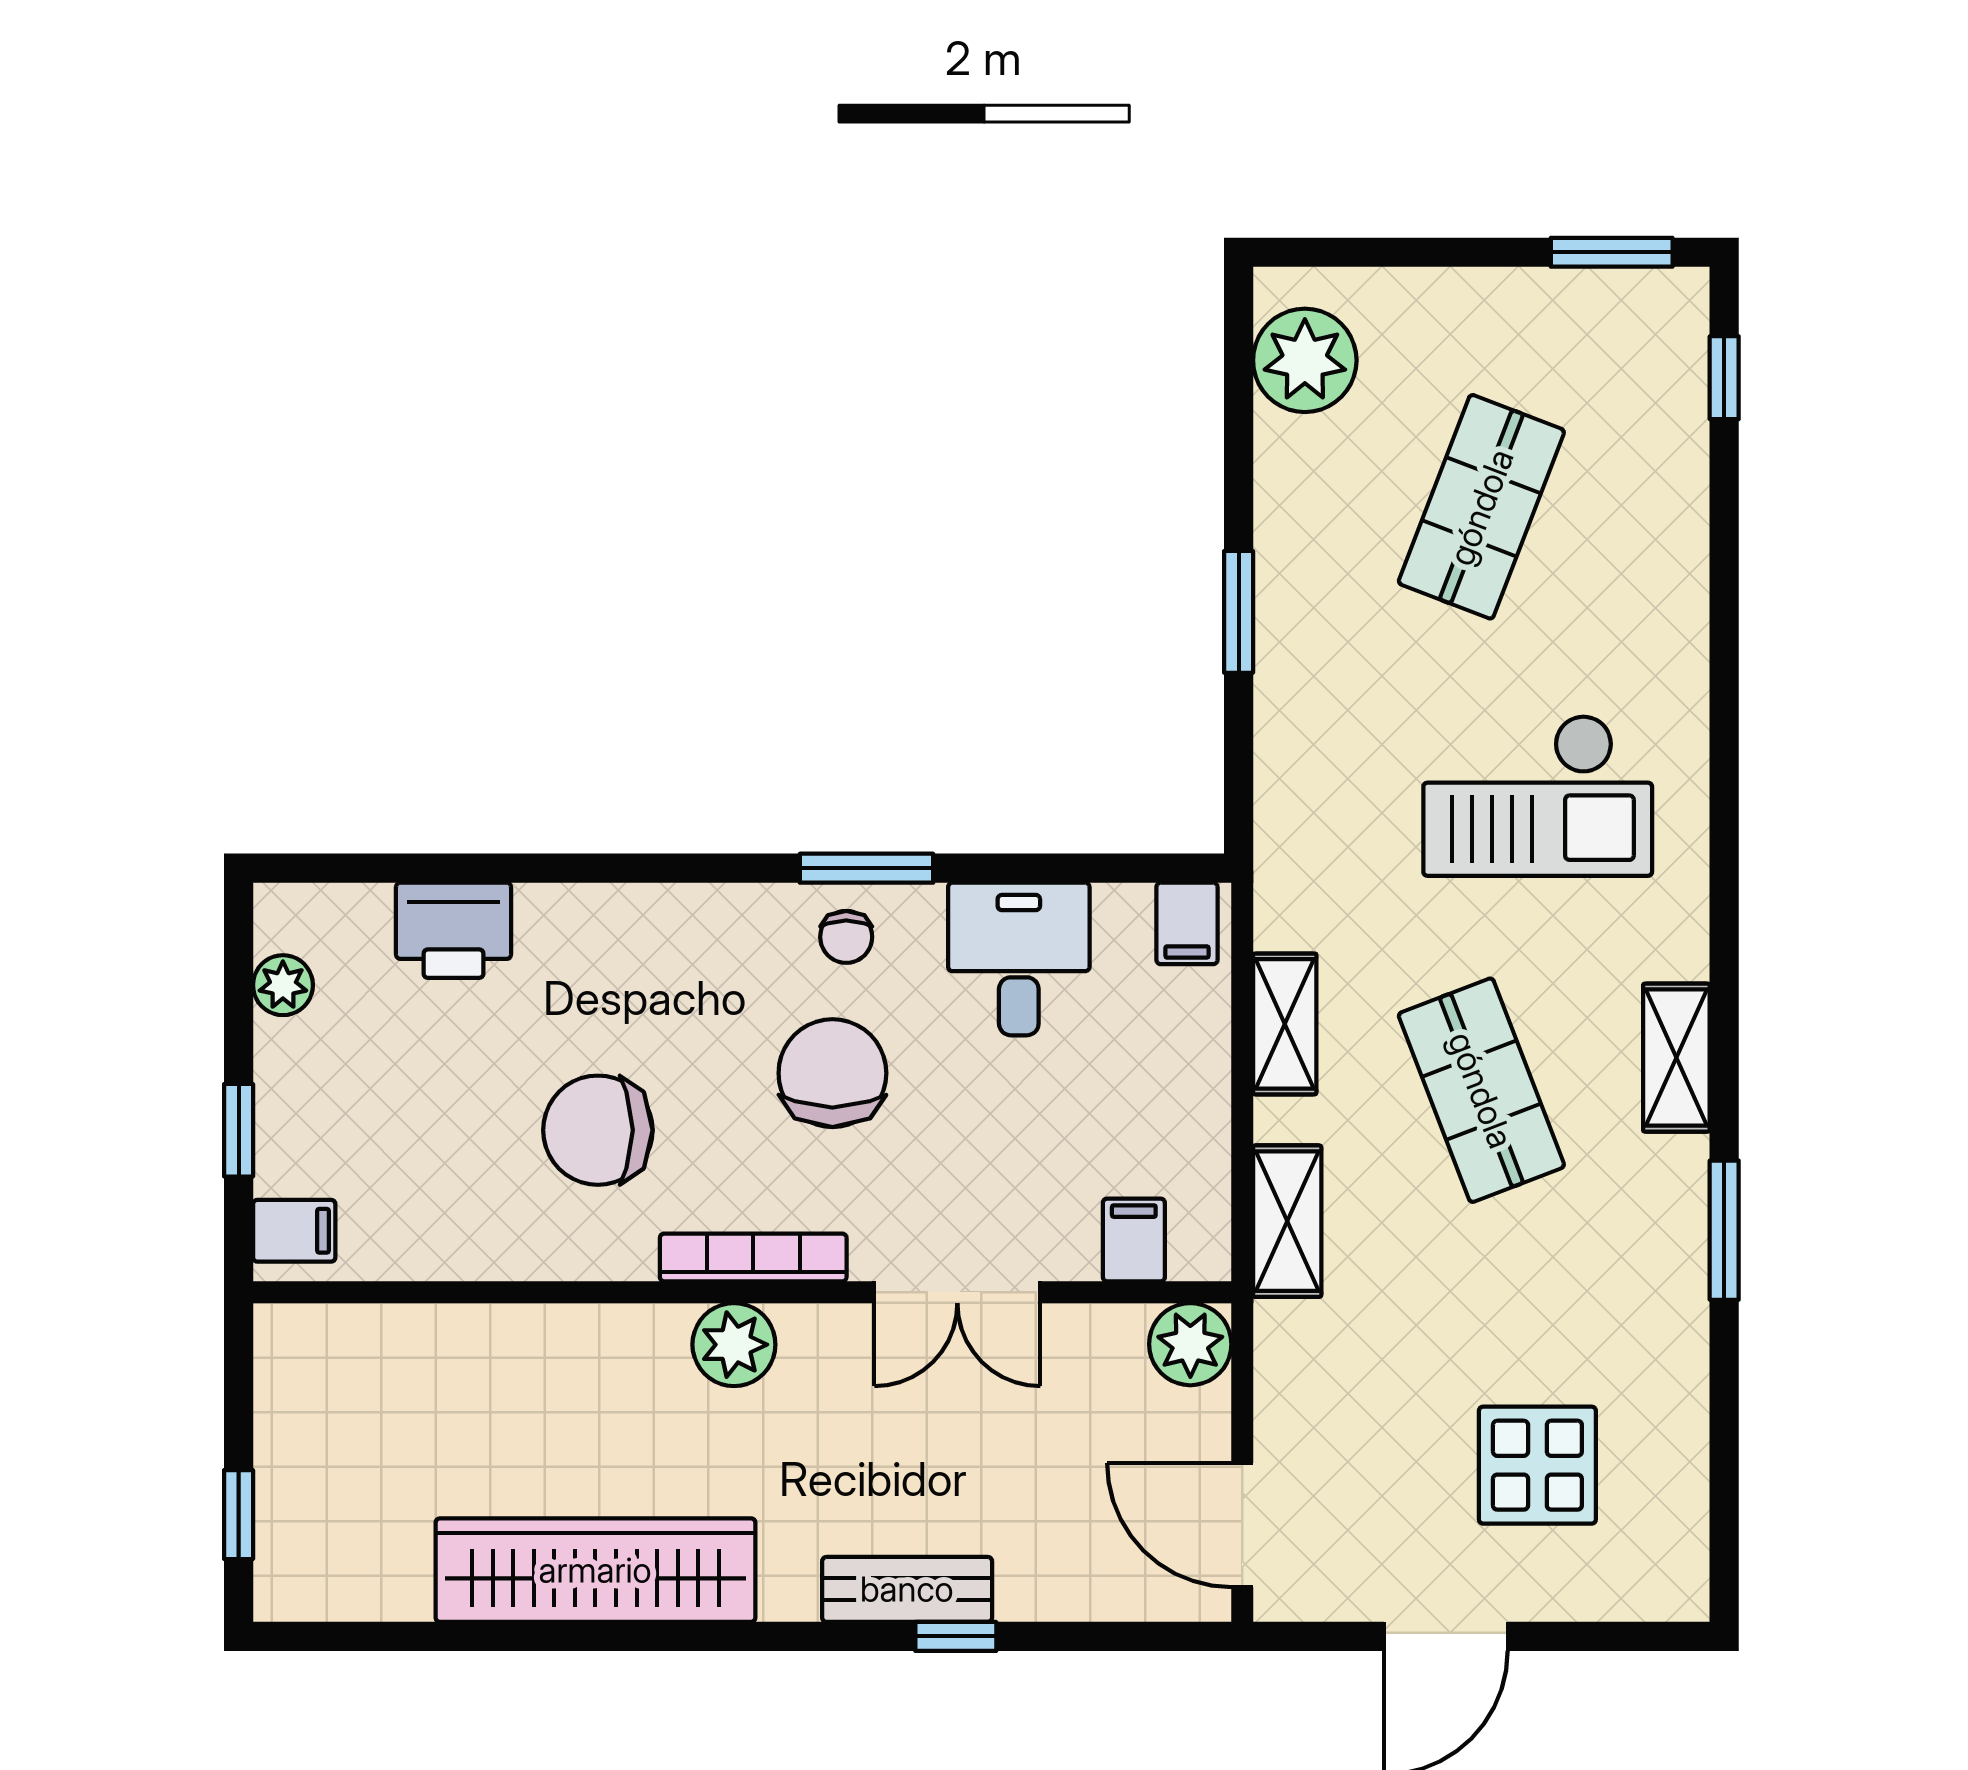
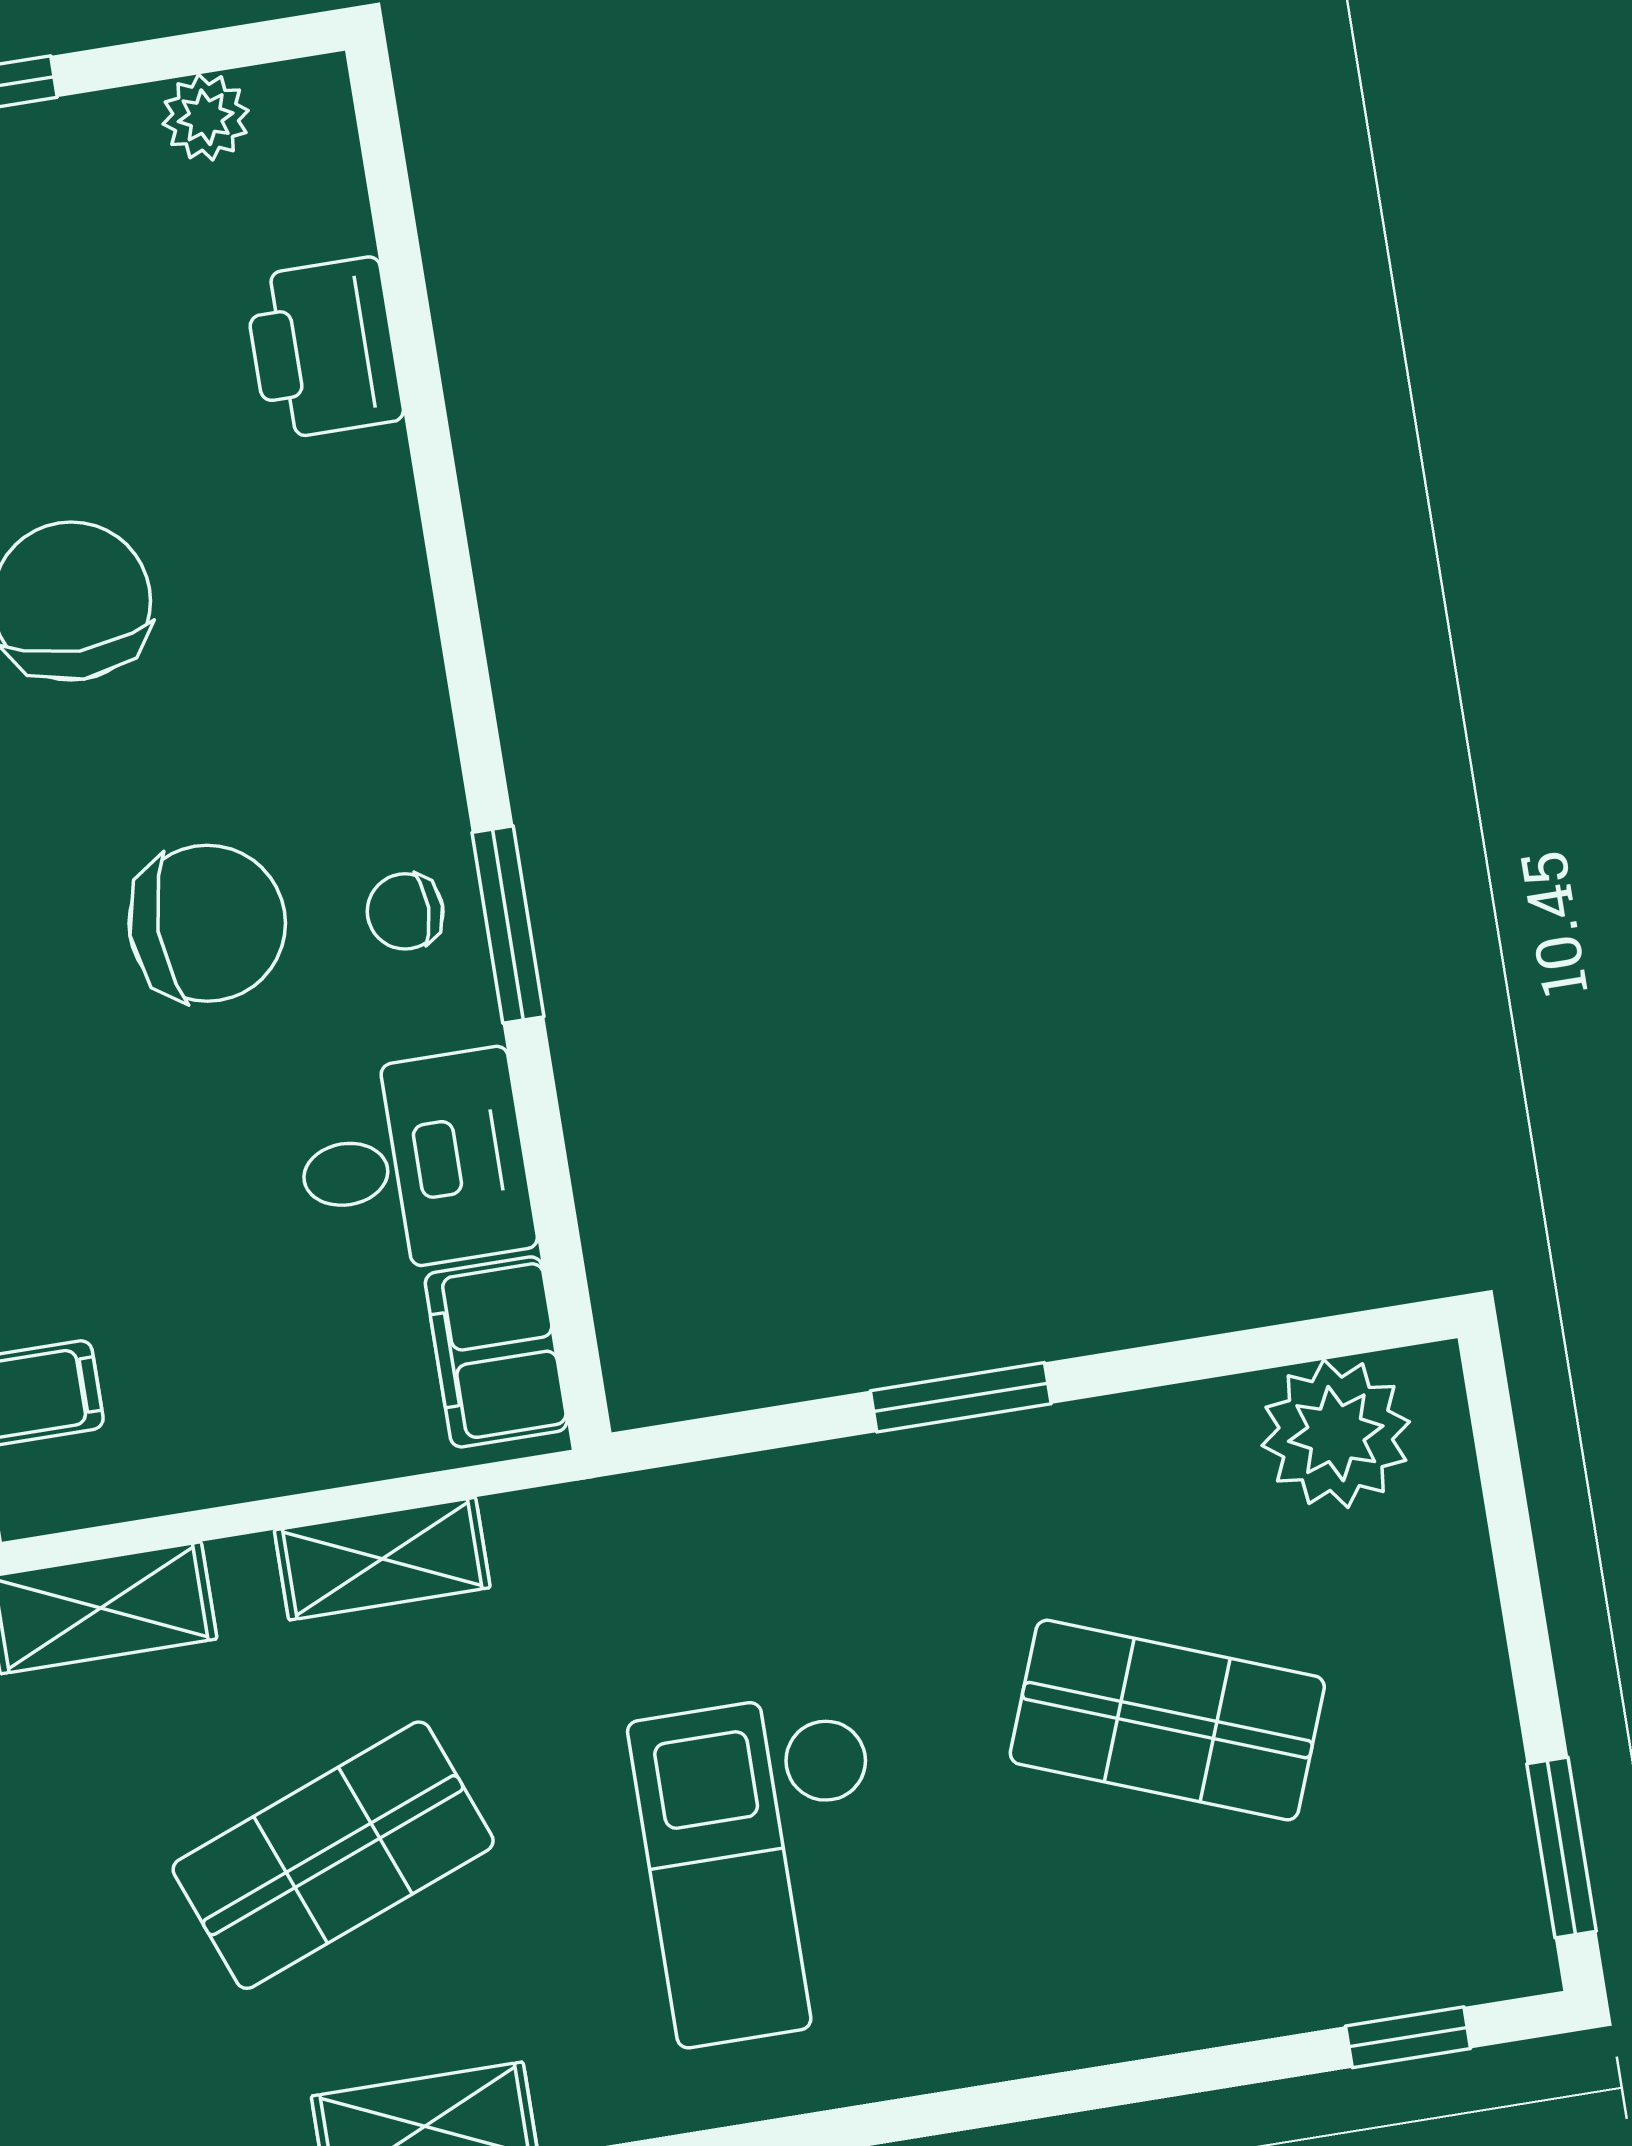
filing cabinet: (1187, 923) -> (496, 1352), width x2.00

